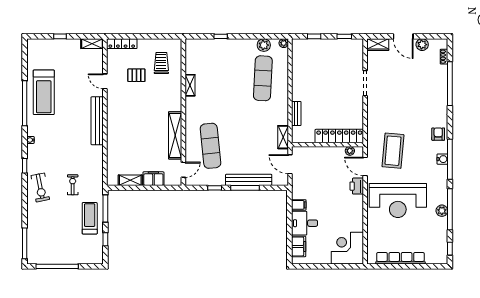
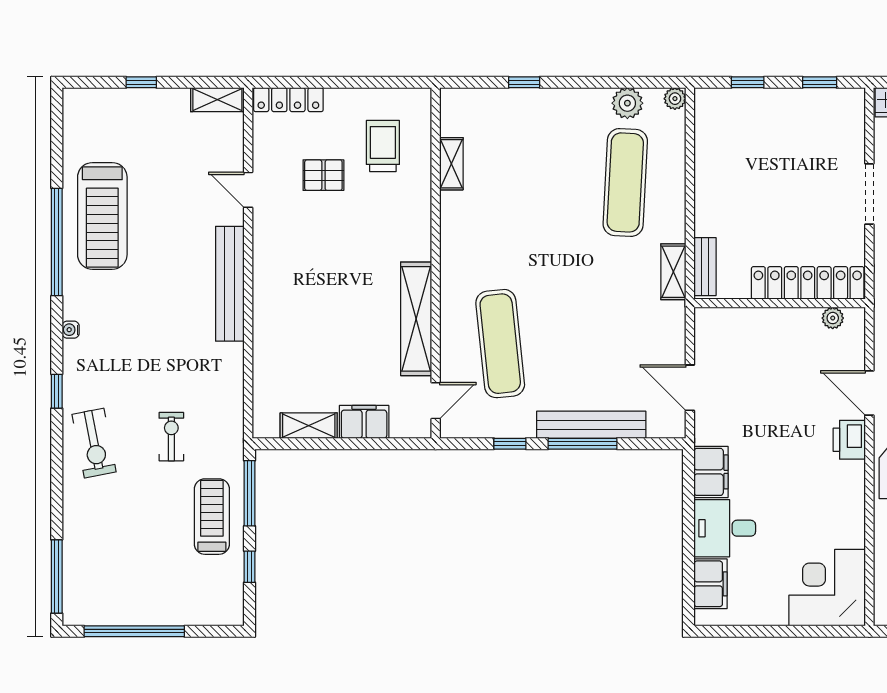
shelving: (190, 85) -> (451, 164), moved
locker: (339, 136) -> (808, 283), moved
shelving: (283, 137) -> (673, 272), moved
wall: (328, 145) -> (780, 303), moved
plant: (350, 151) -> (833, 318), moved
filing cabinet: (299, 205) -> (711, 472), width x2.00

